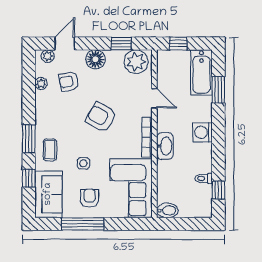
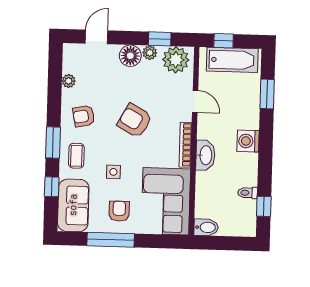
plant: (48, 56) -> (150, 53), moved
bathtub: (201, 72) -> (232, 60), moved, turned -90
armchair: (69, 81) -> (84, 116), moved

